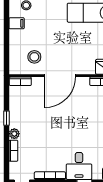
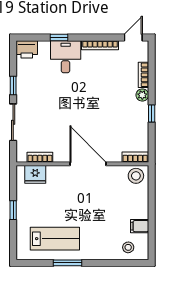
stool: (34, 57) -> (136, 176), moved
door: (60, 76) -> (88, 164), hinge flipped

